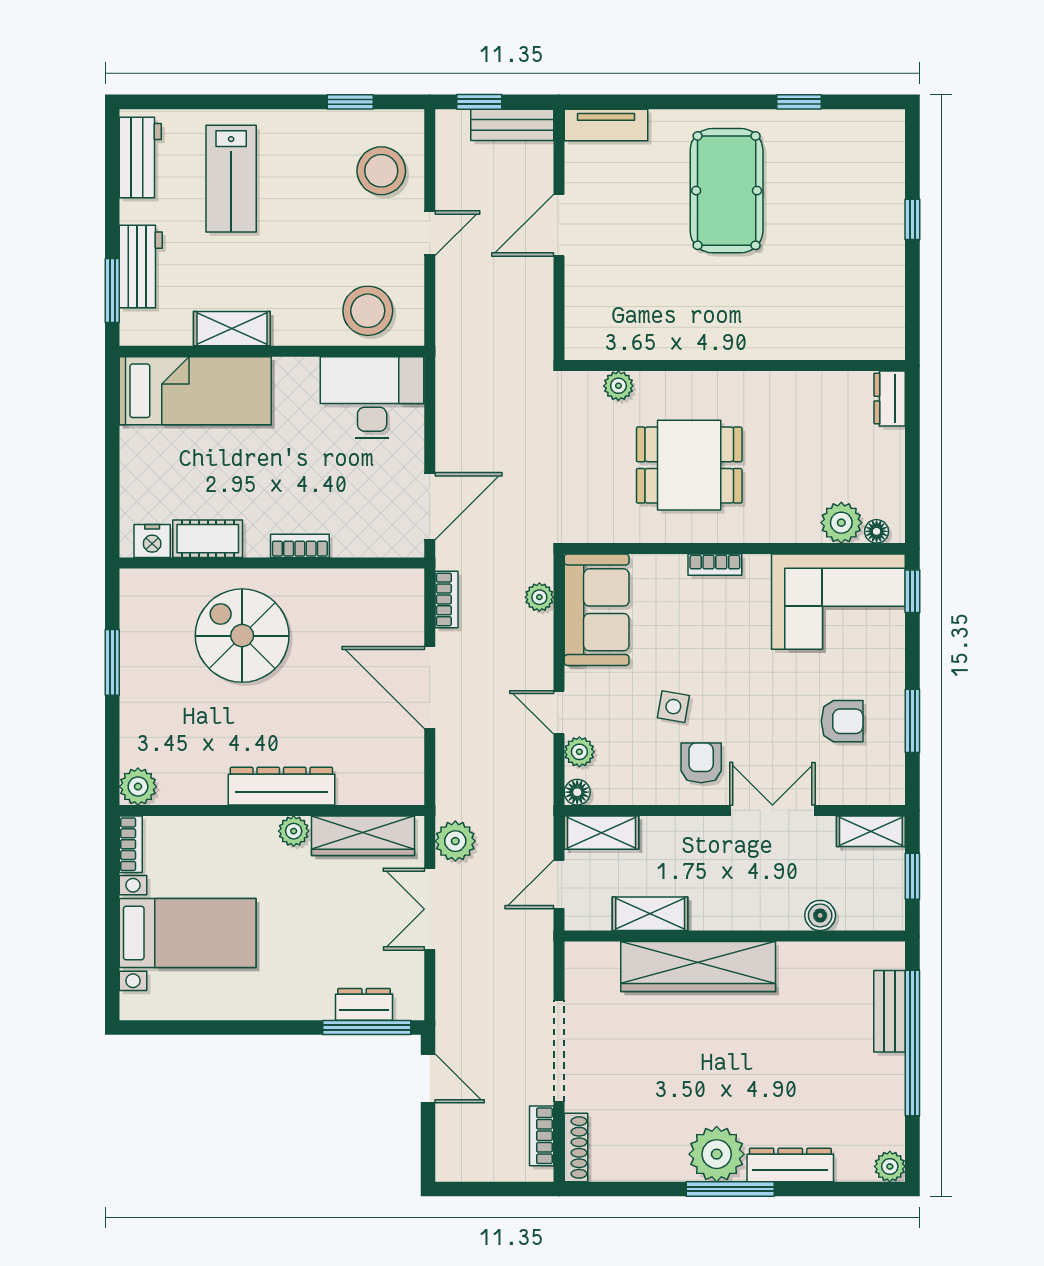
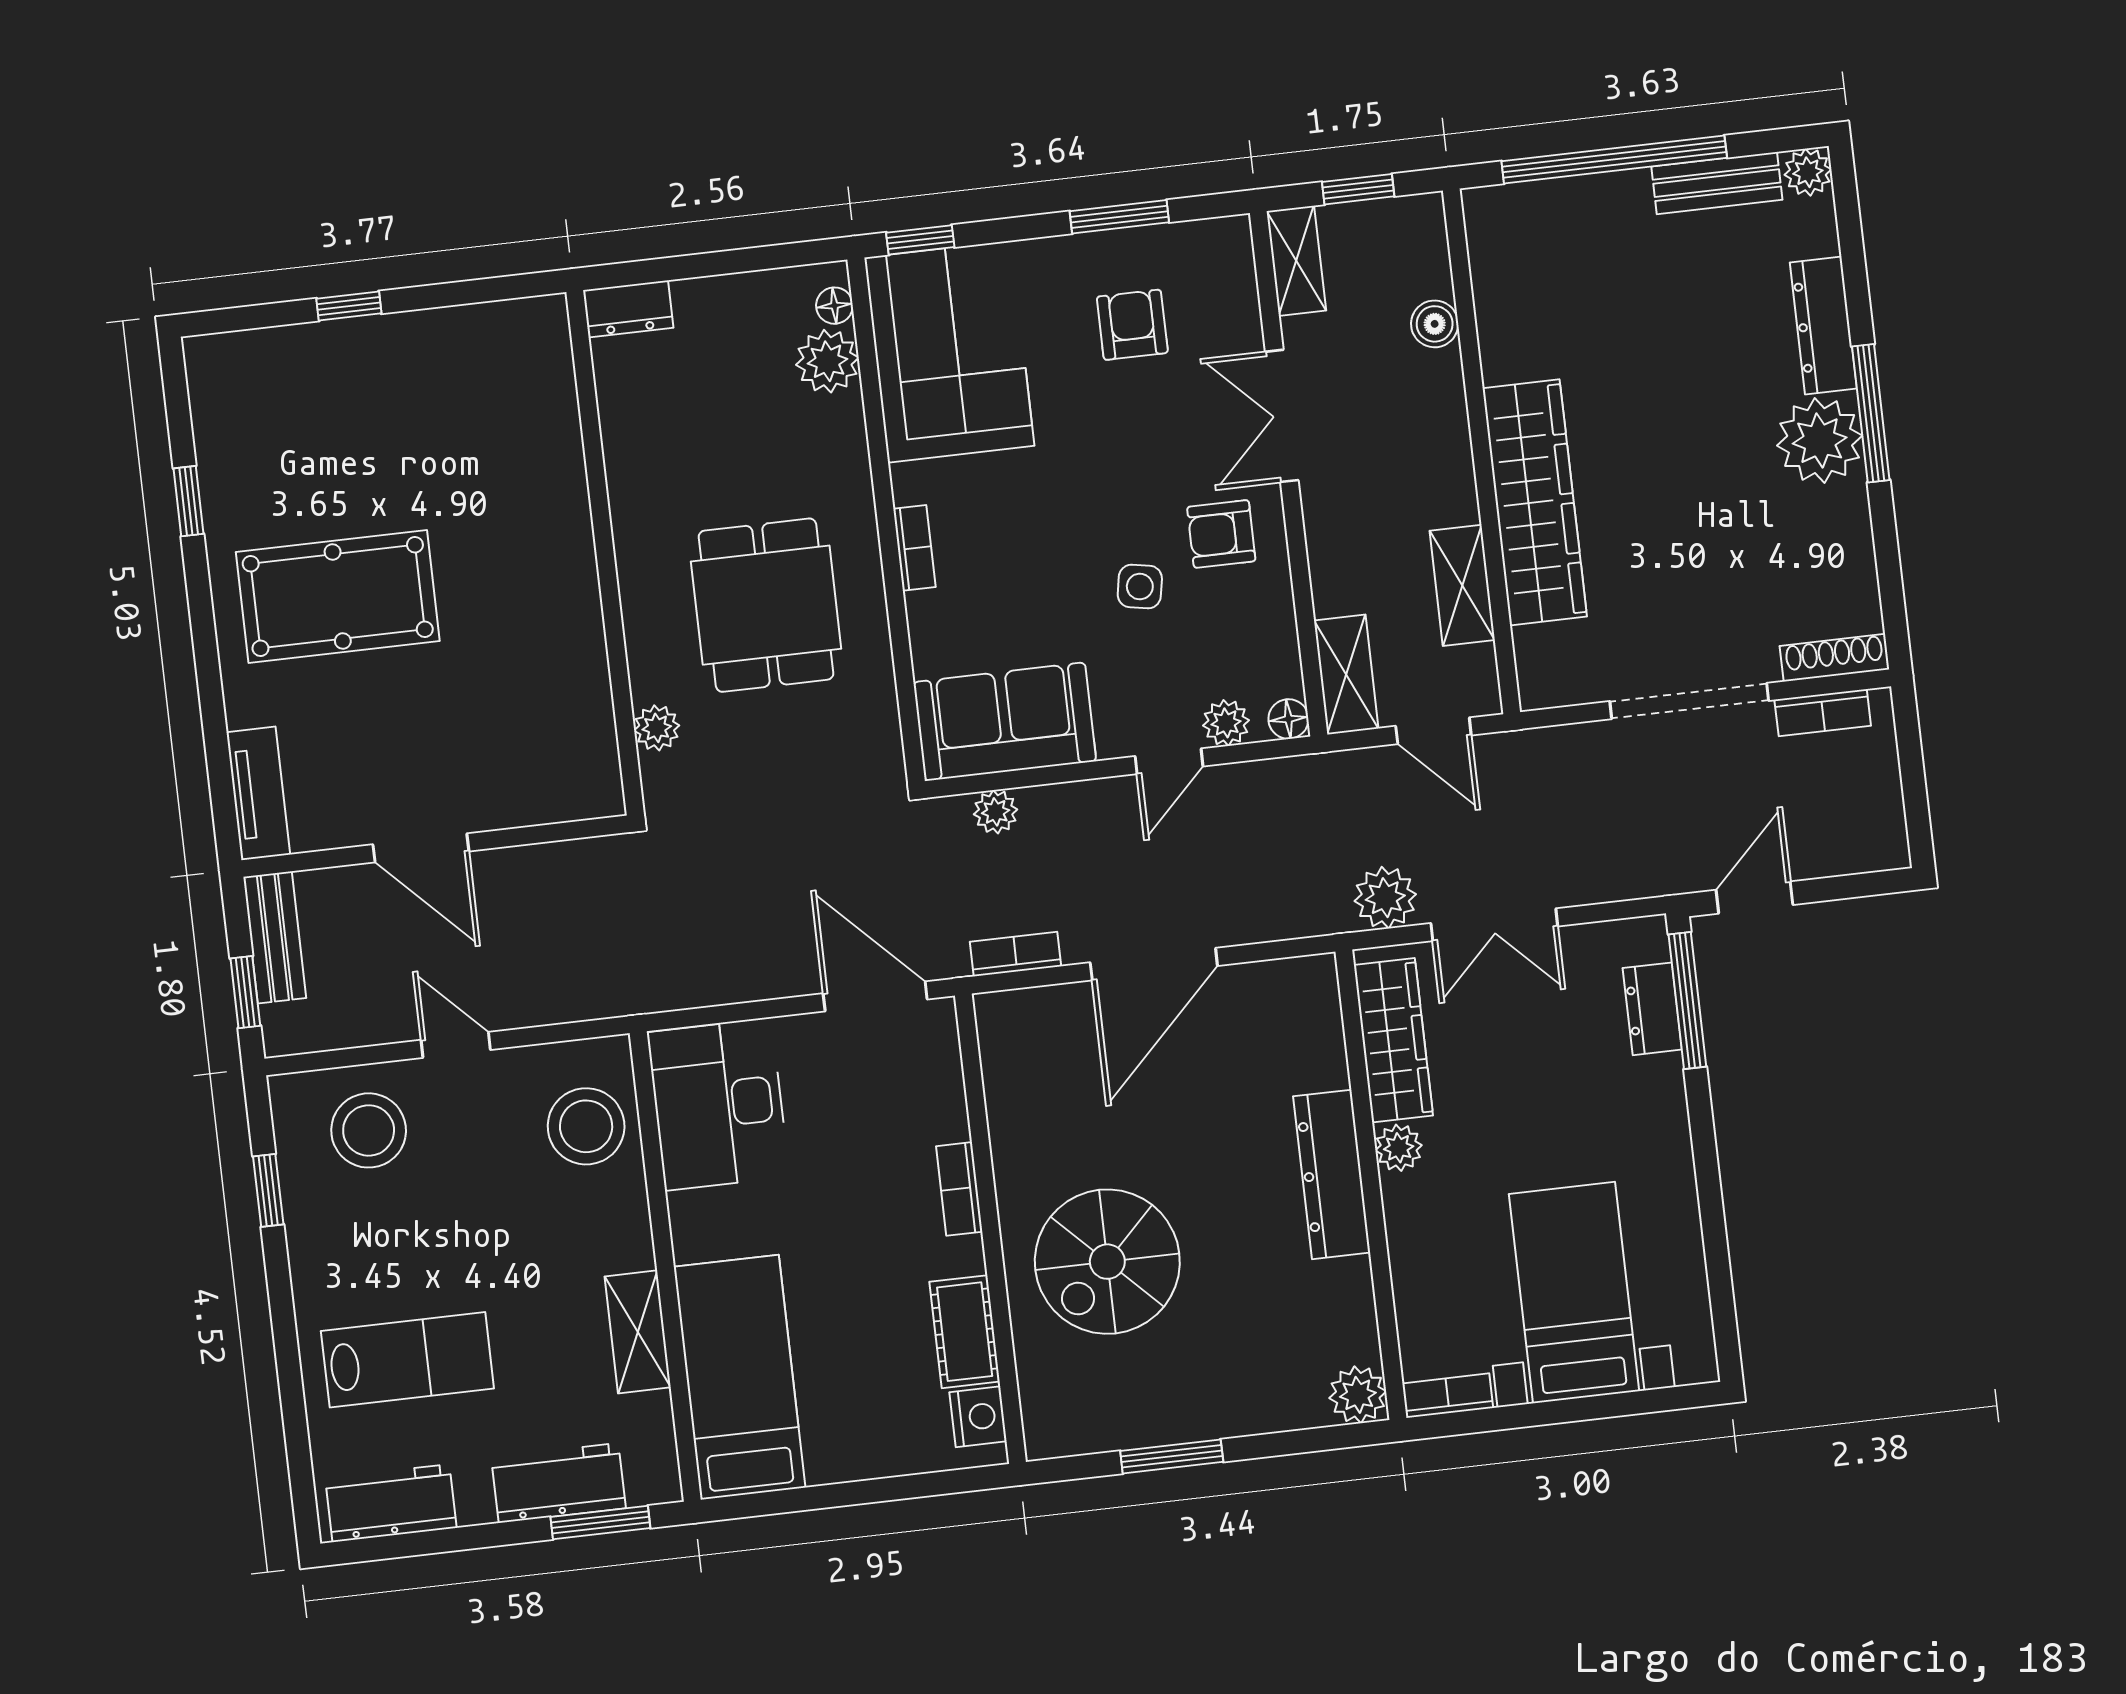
bench: (890, 1011) -> (1717, 183), moved

